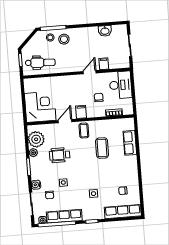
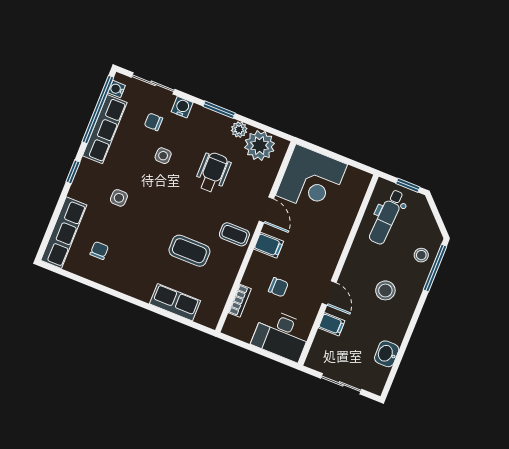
stool: (64, 39) -> (385, 290), moved

